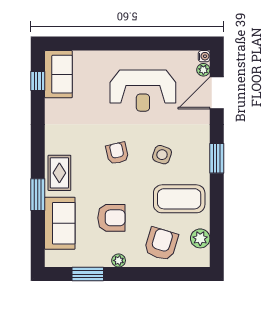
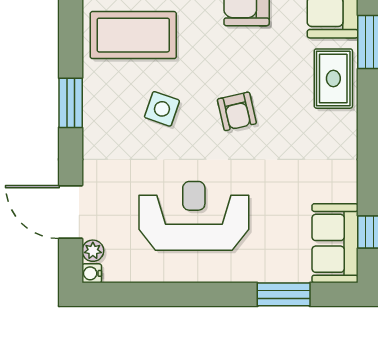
window: (89, 44) -> (284, 294), added
door: (217, 93) -> (71, 212), swing flipped

